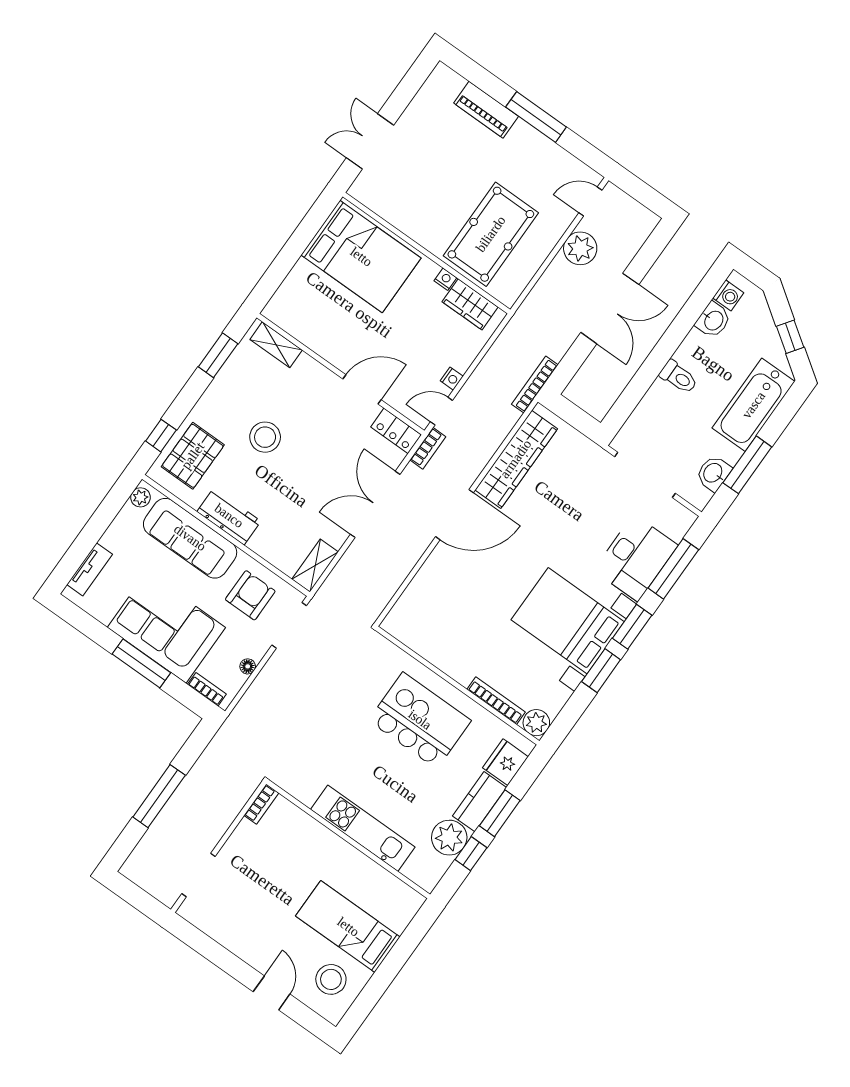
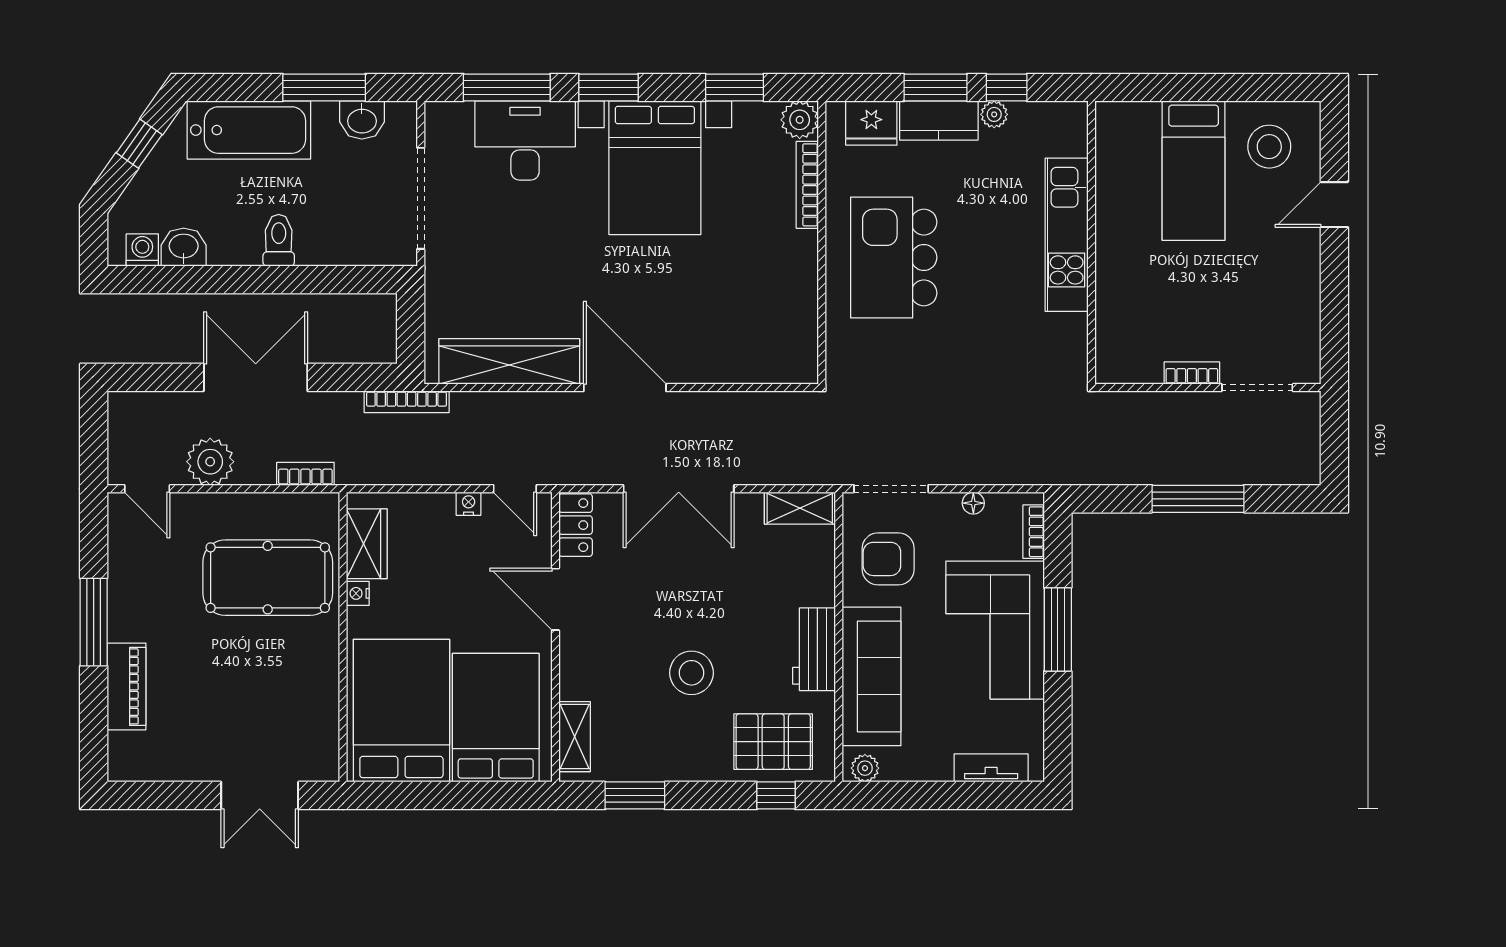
bed: (319, 307) -> (496, 718), added
bookcase: (428, 448) -> (305, 474), moved
window: (601, 671) -> (734, 88), moved
bookcase: (261, 804) -> (1192, 373), moved
plant: (449, 838) -> (994, 114), width x0.53, depth x0.53

